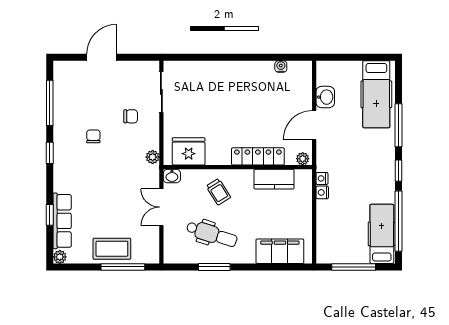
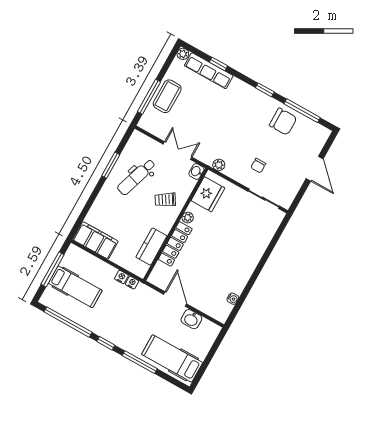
chair: (93, 136) -> (283, 122), moved, width x1.87, depth x1.87
plant: (303, 159) -> (188, 218), moved
hospital bed: (382, 234) -> (75, 287), moved
filing cabinet: (280, 251) -> (95, 240), moved, turned -90

